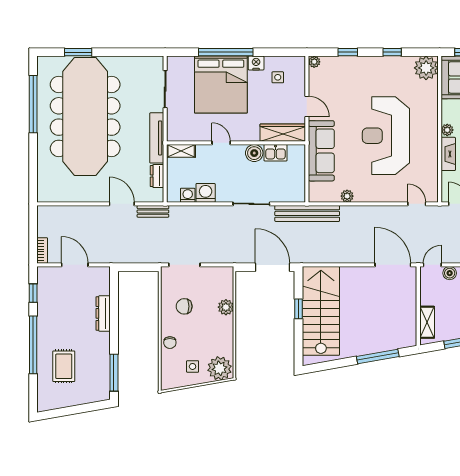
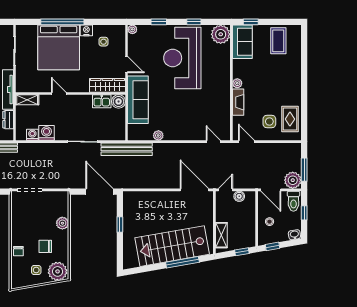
reception desk: (386, 136) -> (182, 58), moved
boiler: (254, 153) -> (119, 101), moved
chair: (184, 306) -> (45, 246), moved
stairs: (321, 311) -> (172, 246), moved, turned -100

